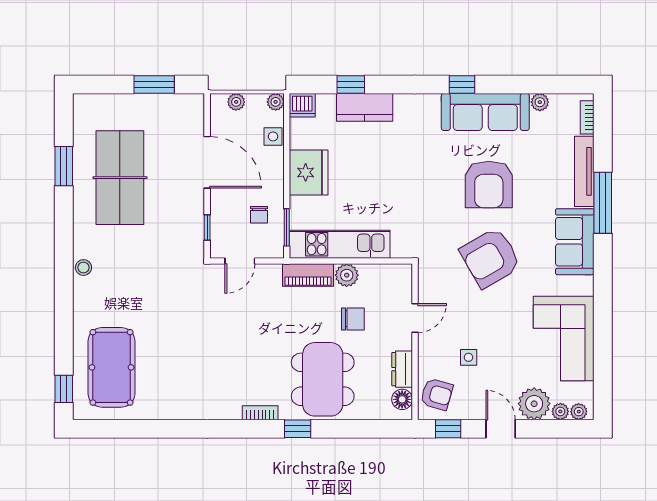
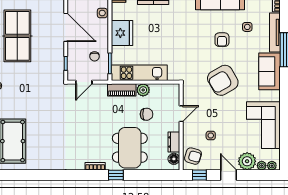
side table: (534, 162) -> (247, 27), added
armchair: (489, 184) -> (222, 40), width x0.53, depth x0.53

